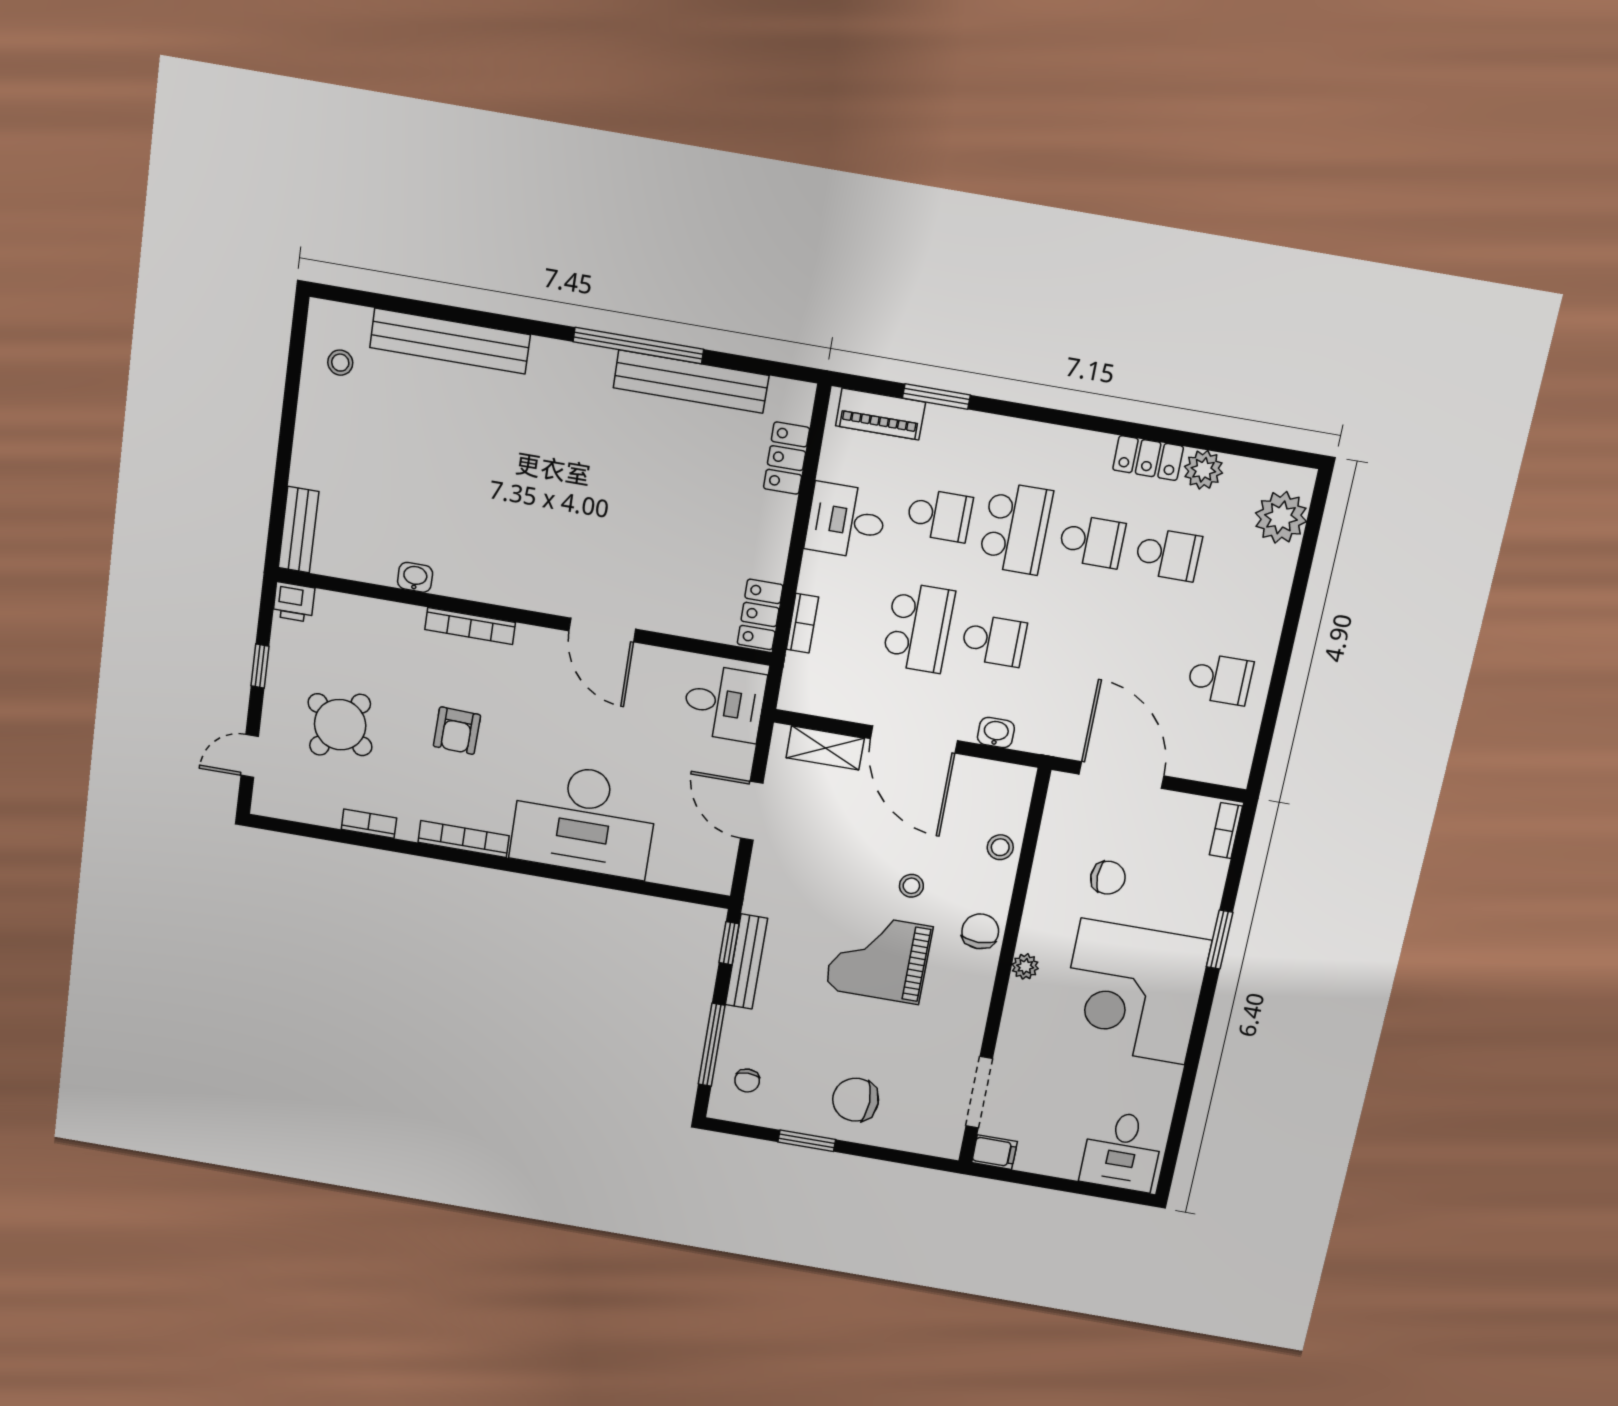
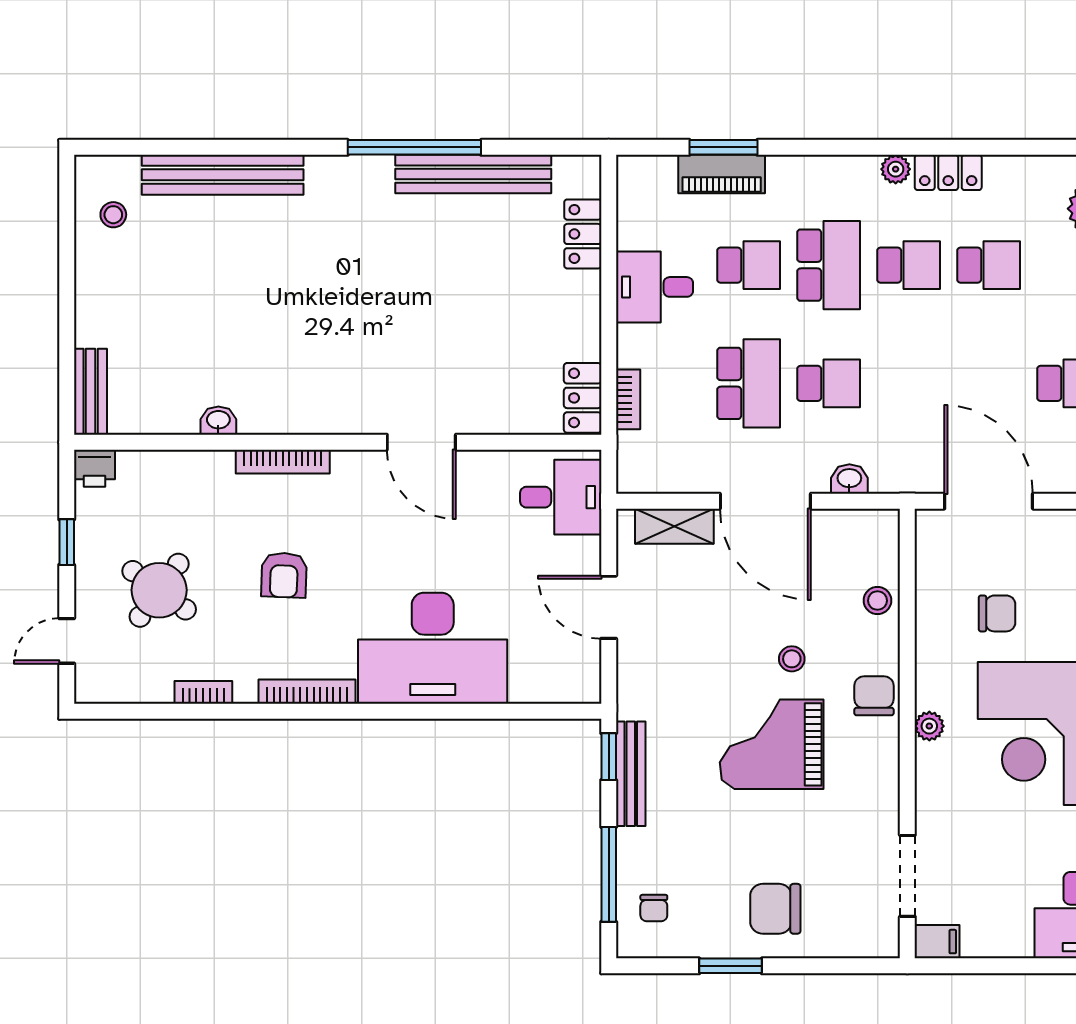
piano: (880, 414) -> (722, 174), moved
plant: (1203, 470) -> (896, 169), moved, width x0.73, depth x0.73

